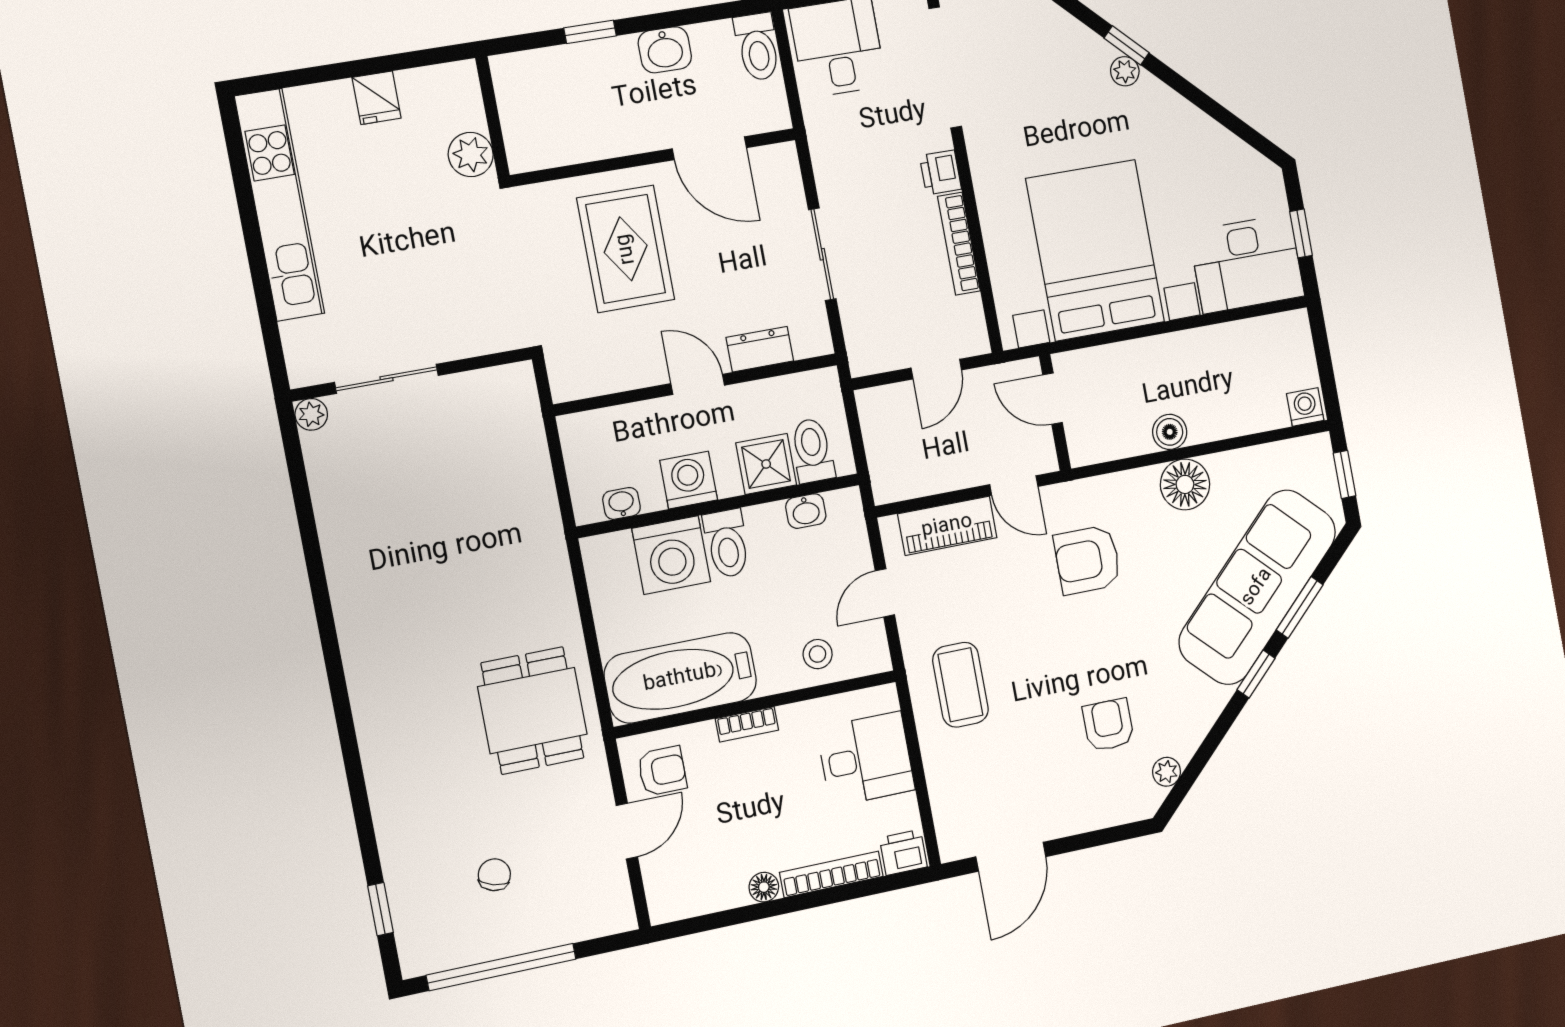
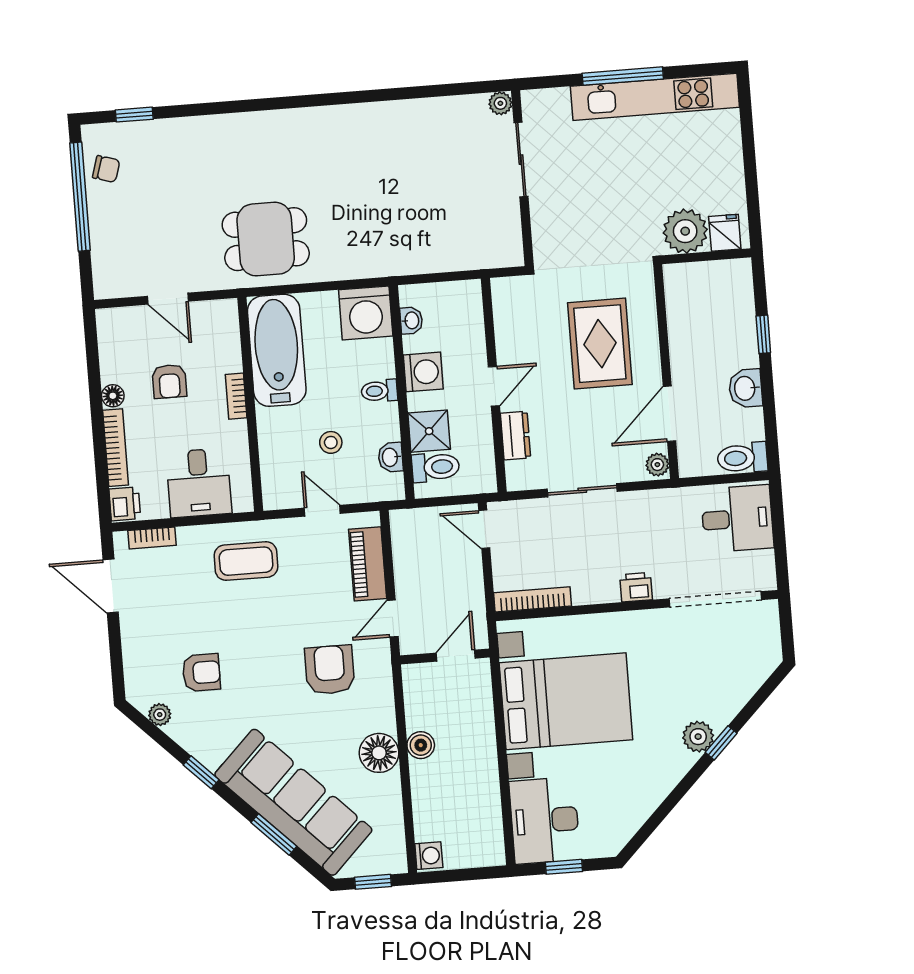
plant: (1125, 71) -> (698, 737), width x1.38, depth x1.38
fridge: (377, 98) -> (725, 233), moved, turned 90
plant: (471, 155) -> (685, 231), width x1.36, depth x1.36
plant: (778, 158) -> (657, 465), added
bookcase: (959, 244) -> (533, 599), moved
rug: (626, 249) -> (600, 344), turned 90
window: (255, 251) -> (623, 76), added
door: (936, 369) -> (484, 529), moved
toilet: (727, 543) -> (379, 391), width x0.73, depth x0.72
washing machine: (671, 555) -> (366, 313), moved, turned -90
stool: (818, 654) -> (331, 442), moved
window: (1256, 674) -> (201, 772), moved
armchair: (662, 771) -> (169, 381), moved
bookcase: (944, 811) -> (152, 538), added
chair: (494, 875) -> (106, 169), moved

